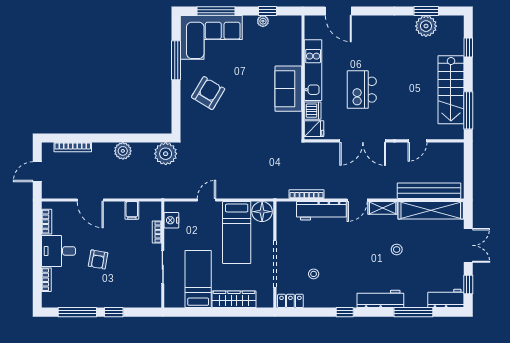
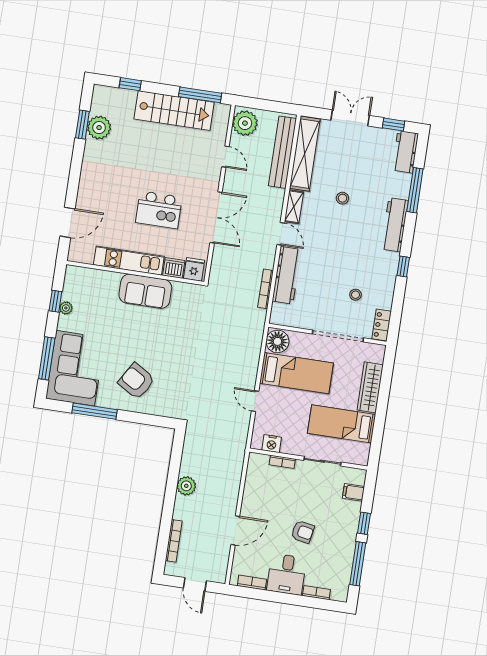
plant: (166, 154) -> (245, 123), moved
filing cabinet: (132, 210) -> (353, 492), moved, turned 180

